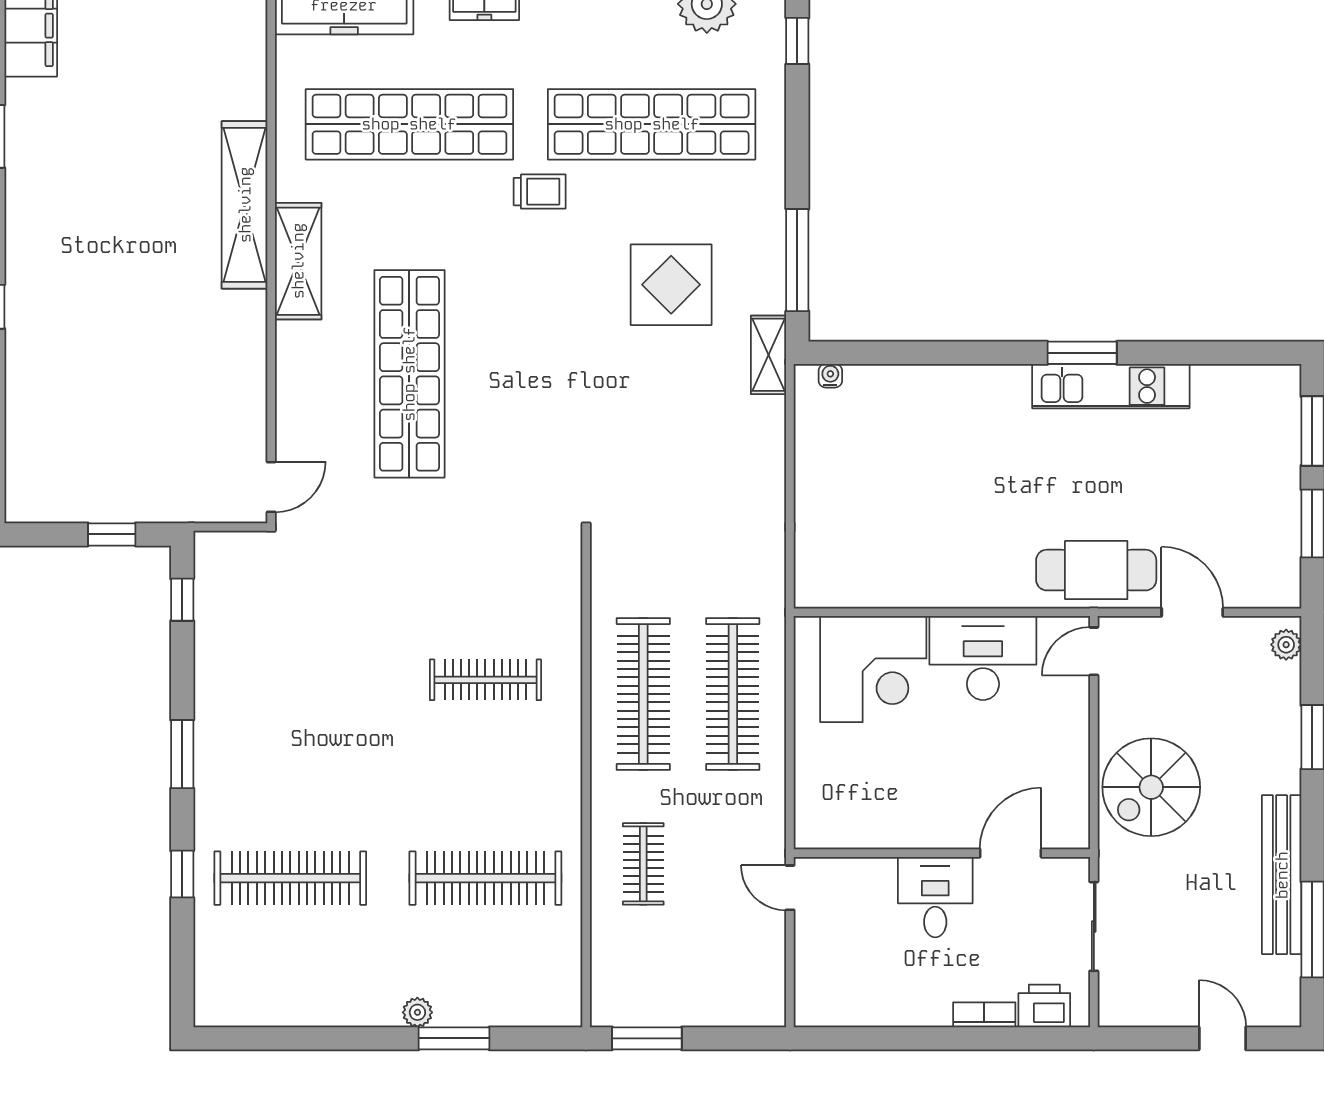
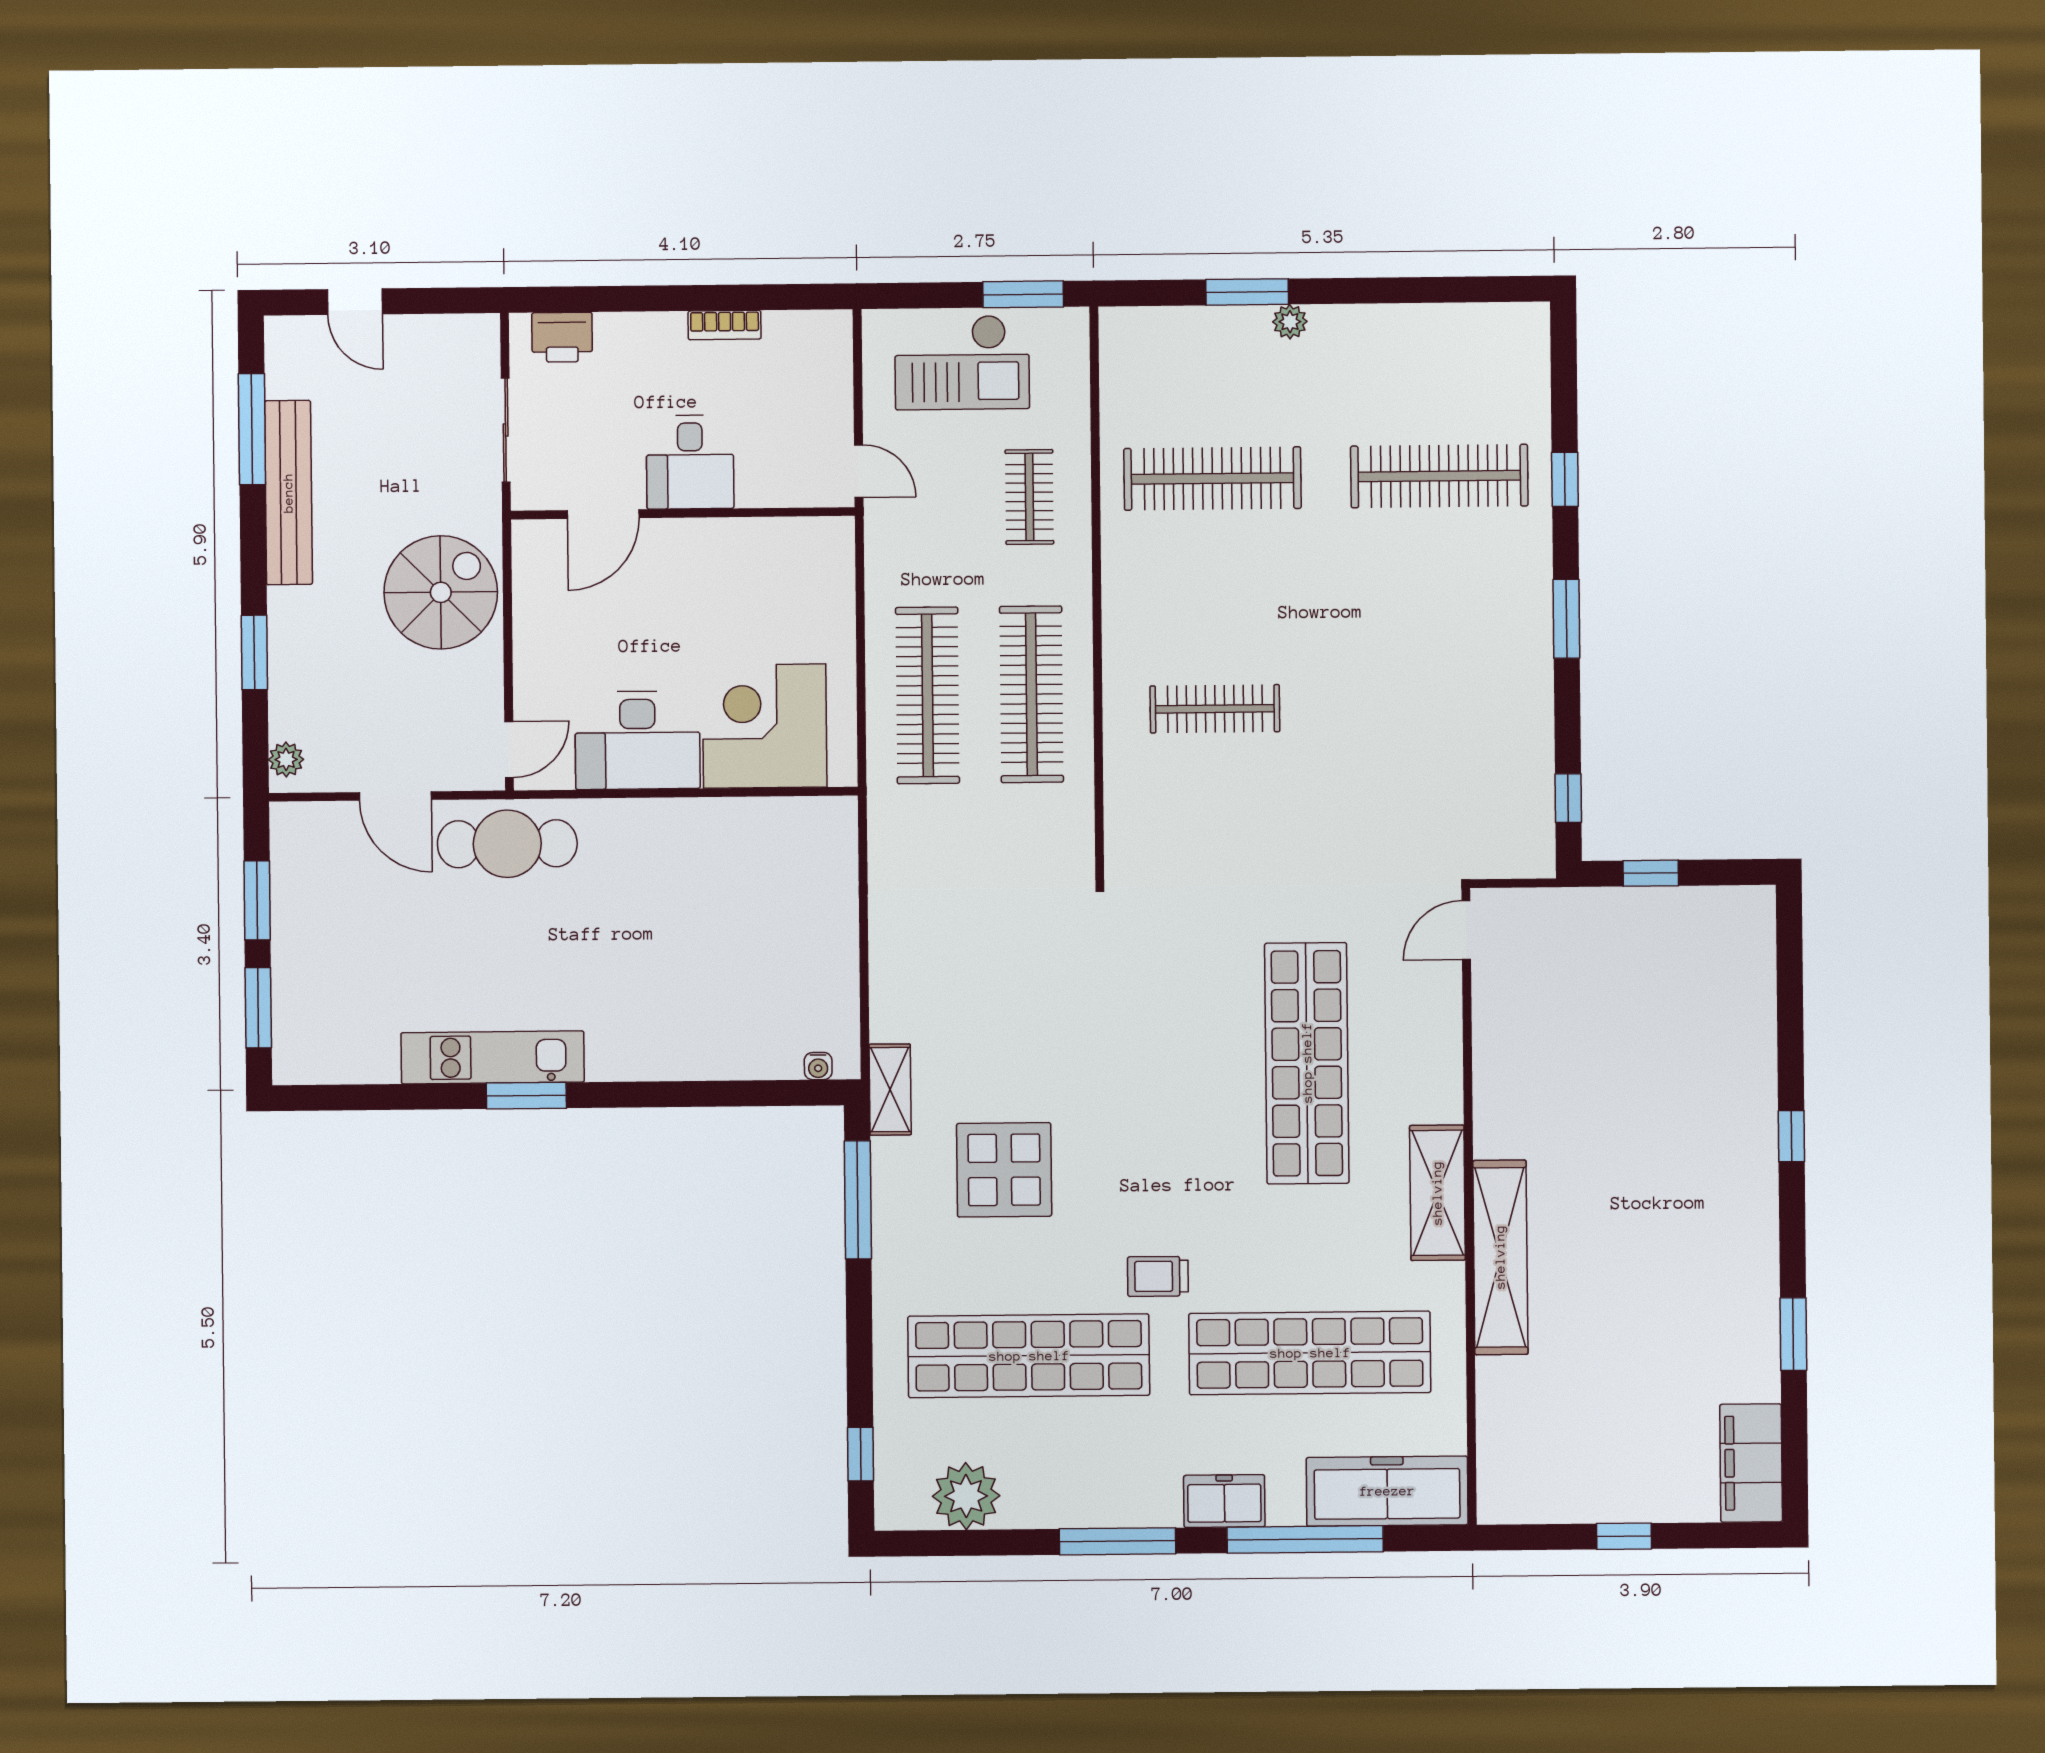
checkout: (700, 980) -> (962, 362), added
bookcase: (984, 1015) -> (725, 325), moved

